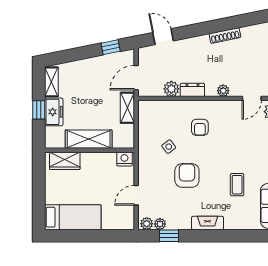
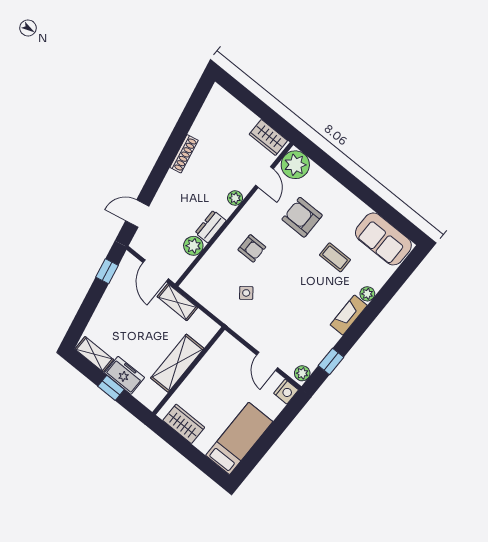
nightstand: (124, 159) -> (286, 392), moved, turned 180
wardrobe: (65, 161) -> (184, 424), moved, turned -90
armchair: (187, 175) -> (302, 217), moved
plant: (160, 224) -> (367, 294), moved

